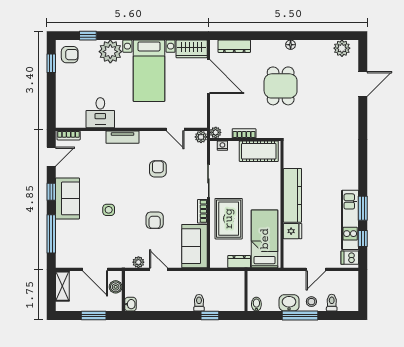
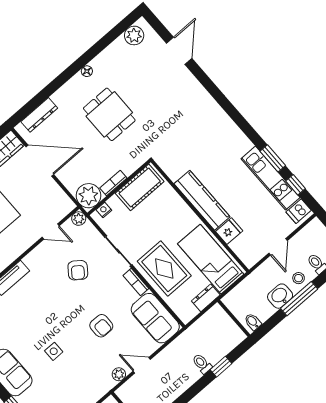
plant: (216, 132) -> (89, 196), width x1.88, depth x1.88
armchair: (158, 169) -> (78, 270), moved, turned -143

